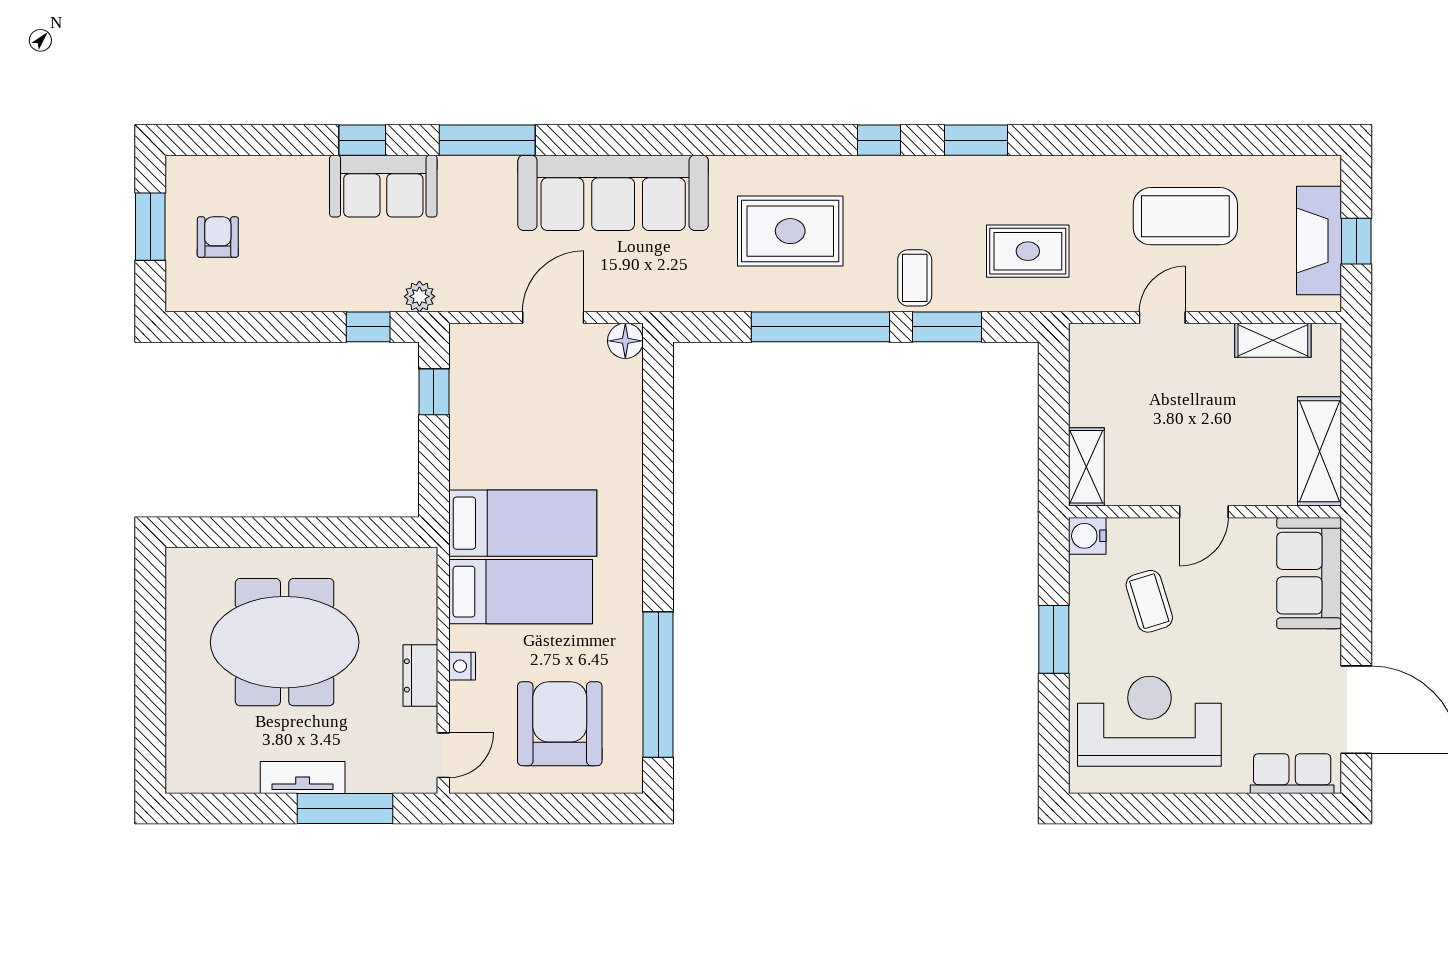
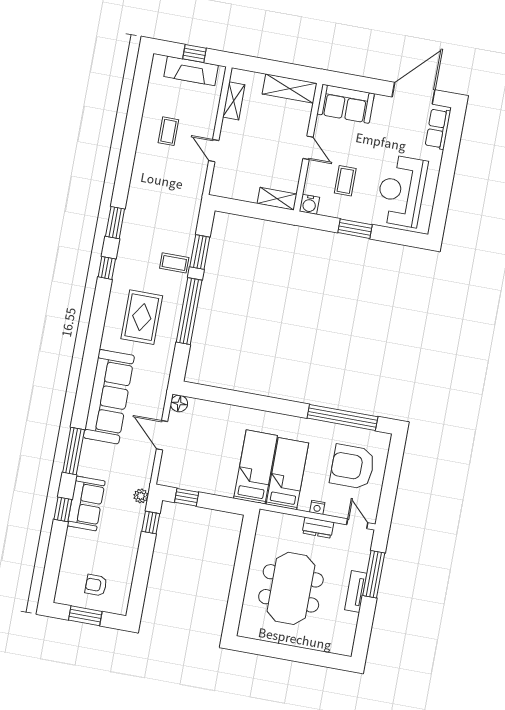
coffee table: (1185, 216) -> (168, 131), width x0.54, depth x0.58
rug: (1028, 251) -> (171, 208), removed
coffee table: (1149, 601) -> (345, 181), turned -73

